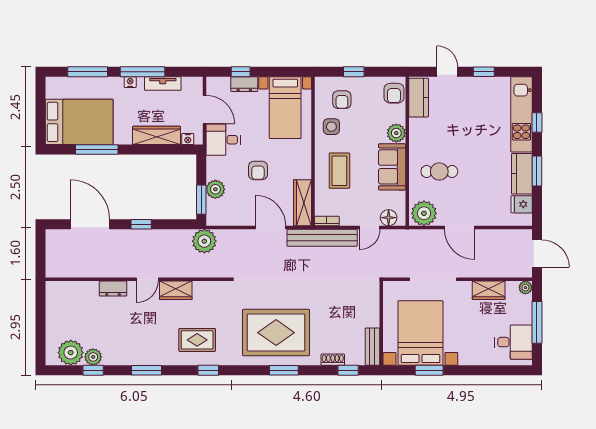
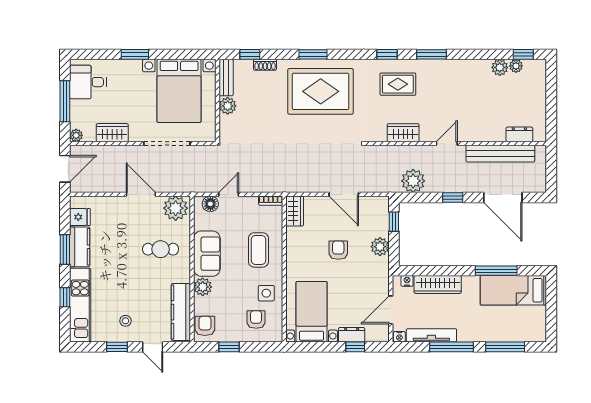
window: (354, 72) -> (229, 347), moved
nightstand: (130, 82) -> (399, 337), moved
tv unit: (163, 84) -> (431, 335), width x1.41
kitchen counter: (419, 98) -> (181, 312), width x1.50
stool: (475, 98) -> (125, 321), added
door: (204, 109) -> (391, 310), hinge flipped
bed: (79, 122) -> (513, 290), width x0.67
desk: (223, 140) -> (372, 280), removed
plant: (215, 189) -> (380, 247), moved
window: (201, 200) -> (394, 222), width x0.67
wardrobe: (303, 203) -> (295, 211), width x0.67
door: (271, 227) -> (344, 194), moved
bench: (322, 238) -> (500, 154), moved
plant: (204, 241) -> (413, 181), moved
door: (537, 254) -> (65, 169), swing flipped
dresser: (113, 289) -> (519, 134), moved
wardrobe: (176, 290) -> (403, 133), moved
plant: (371, 318) -> (228, 106), added
plant: (71, 353) -> (516, 66), width x0.53, depth x0.53
window: (93, 370) -> (523, 54), moved
window: (146, 370) -> (431, 54), moved
window: (429, 370) -> (135, 54), moved

